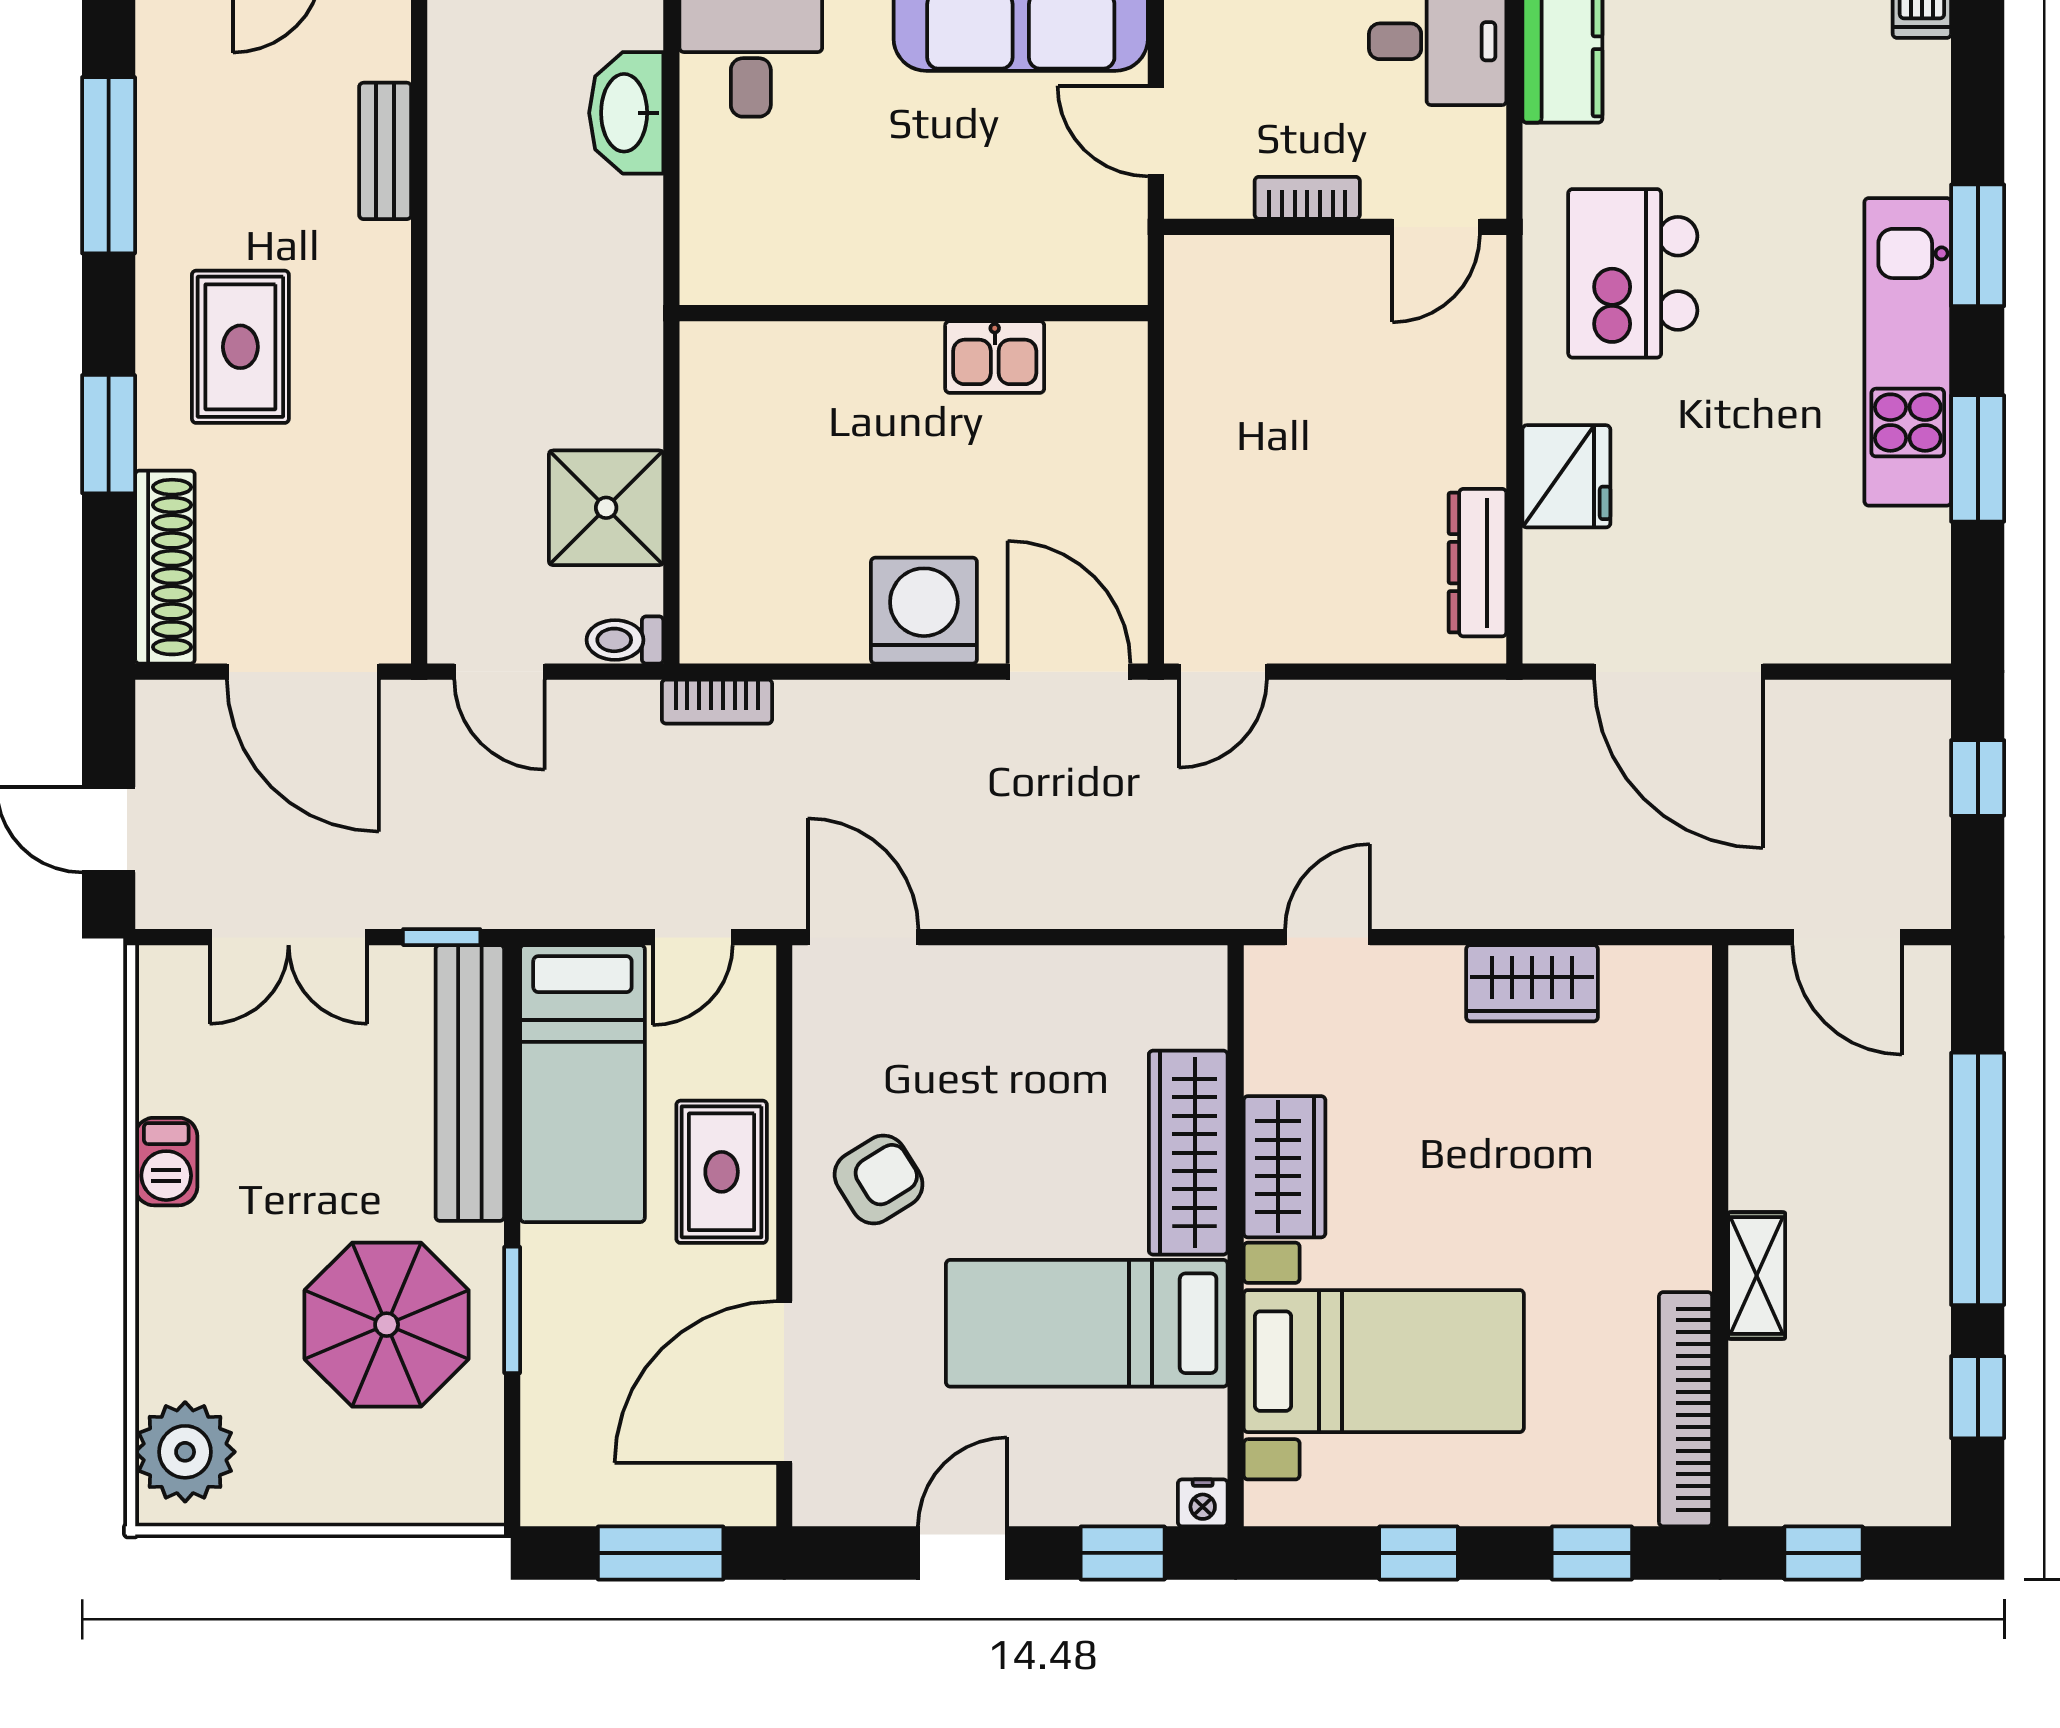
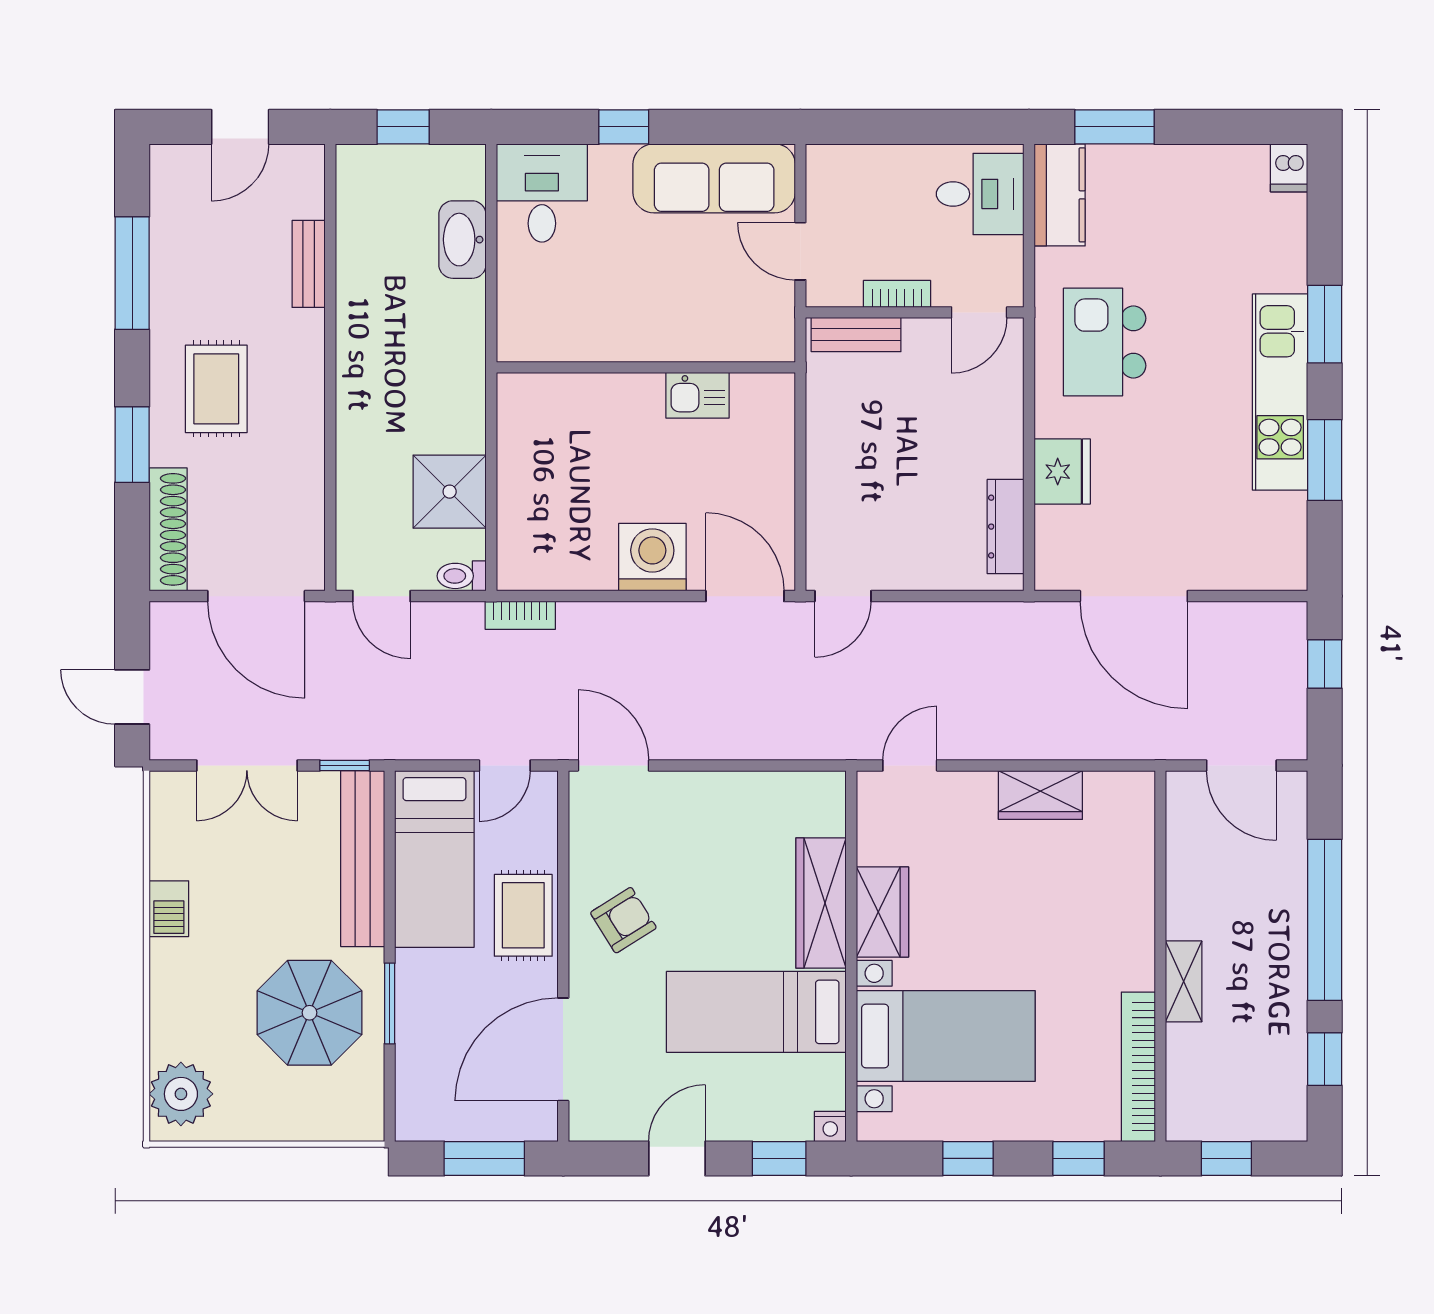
bench: (1243, 262) -> (856, 335), added

